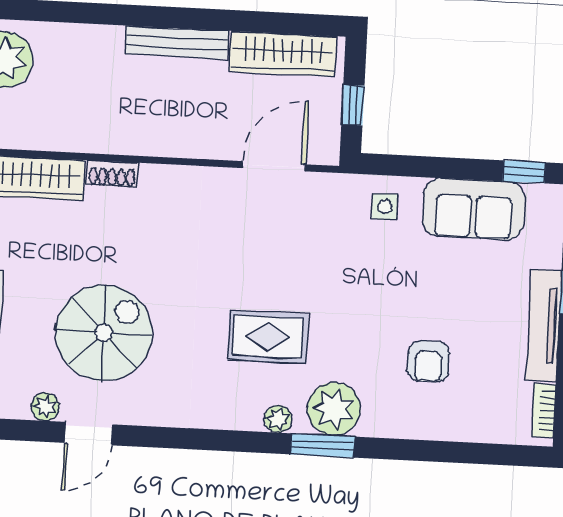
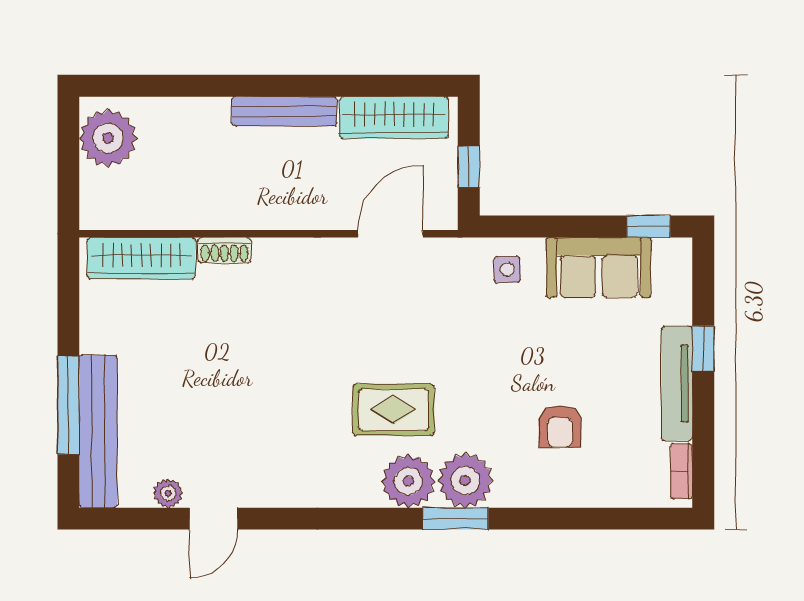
spiral stairs: (104, 333) -> (224, 414), removed
plant: (278, 419) -> (408, 481), width x1.88, depth x1.88

